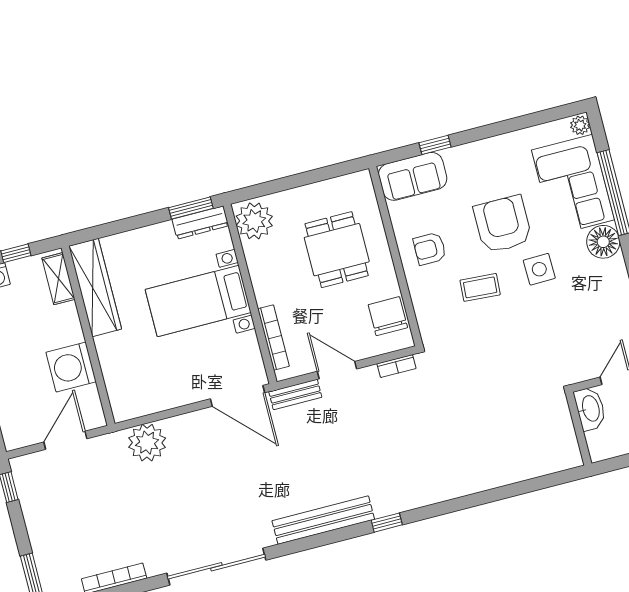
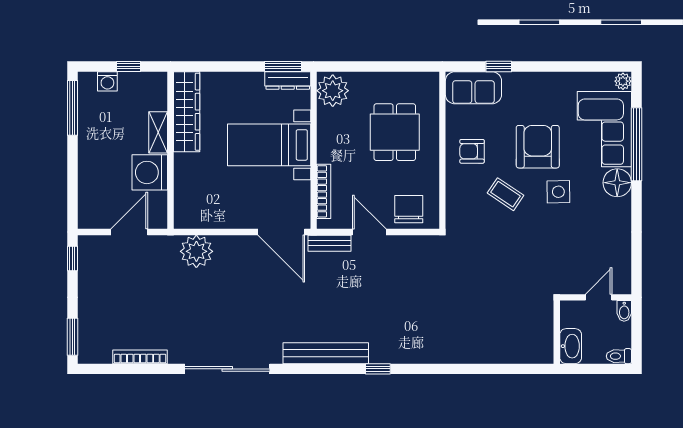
shelving: (58, 279) -> (158, 132), moved
coffee table: (480, 287) -> (505, 194), turned 30
chair: (388, 316) -> (409, 209), moved
bookcase: (396, 366) -> (419, 241), removed
washbasin: (590, 409) -> (571, 346), moved

